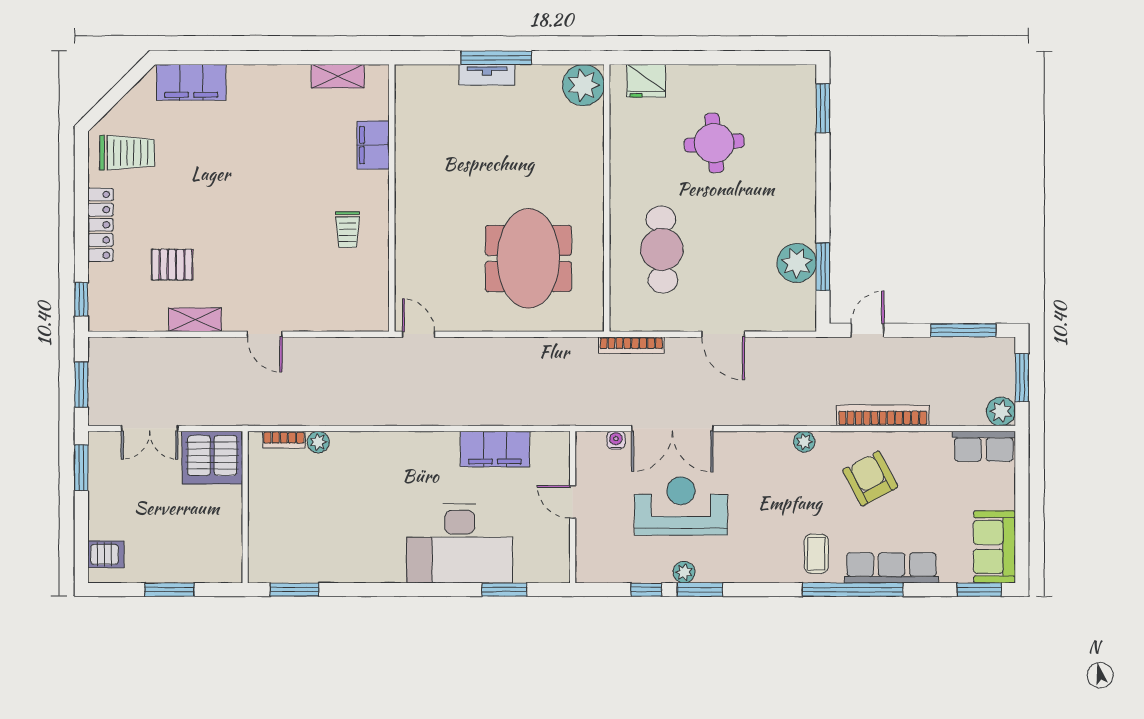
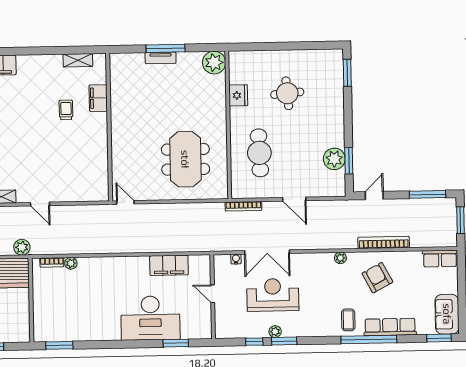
fridge: (646, 81) -> (238, 95), moved, turned -90
trolley: (348, 230) -> (66, 110), moved, turned 180
plant: (1001, 411) -> (22, 247), moved

